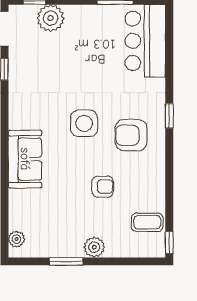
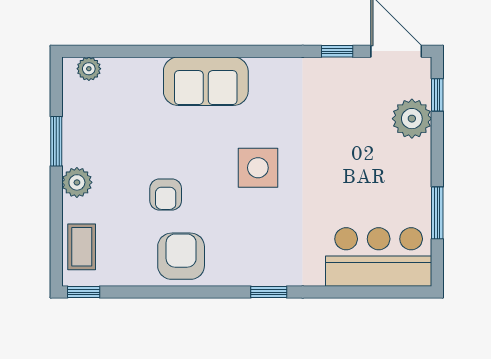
armchair: (131, 135) -> (181, 256), moved
coffee table: (147, 222) -> (82, 247), moved

